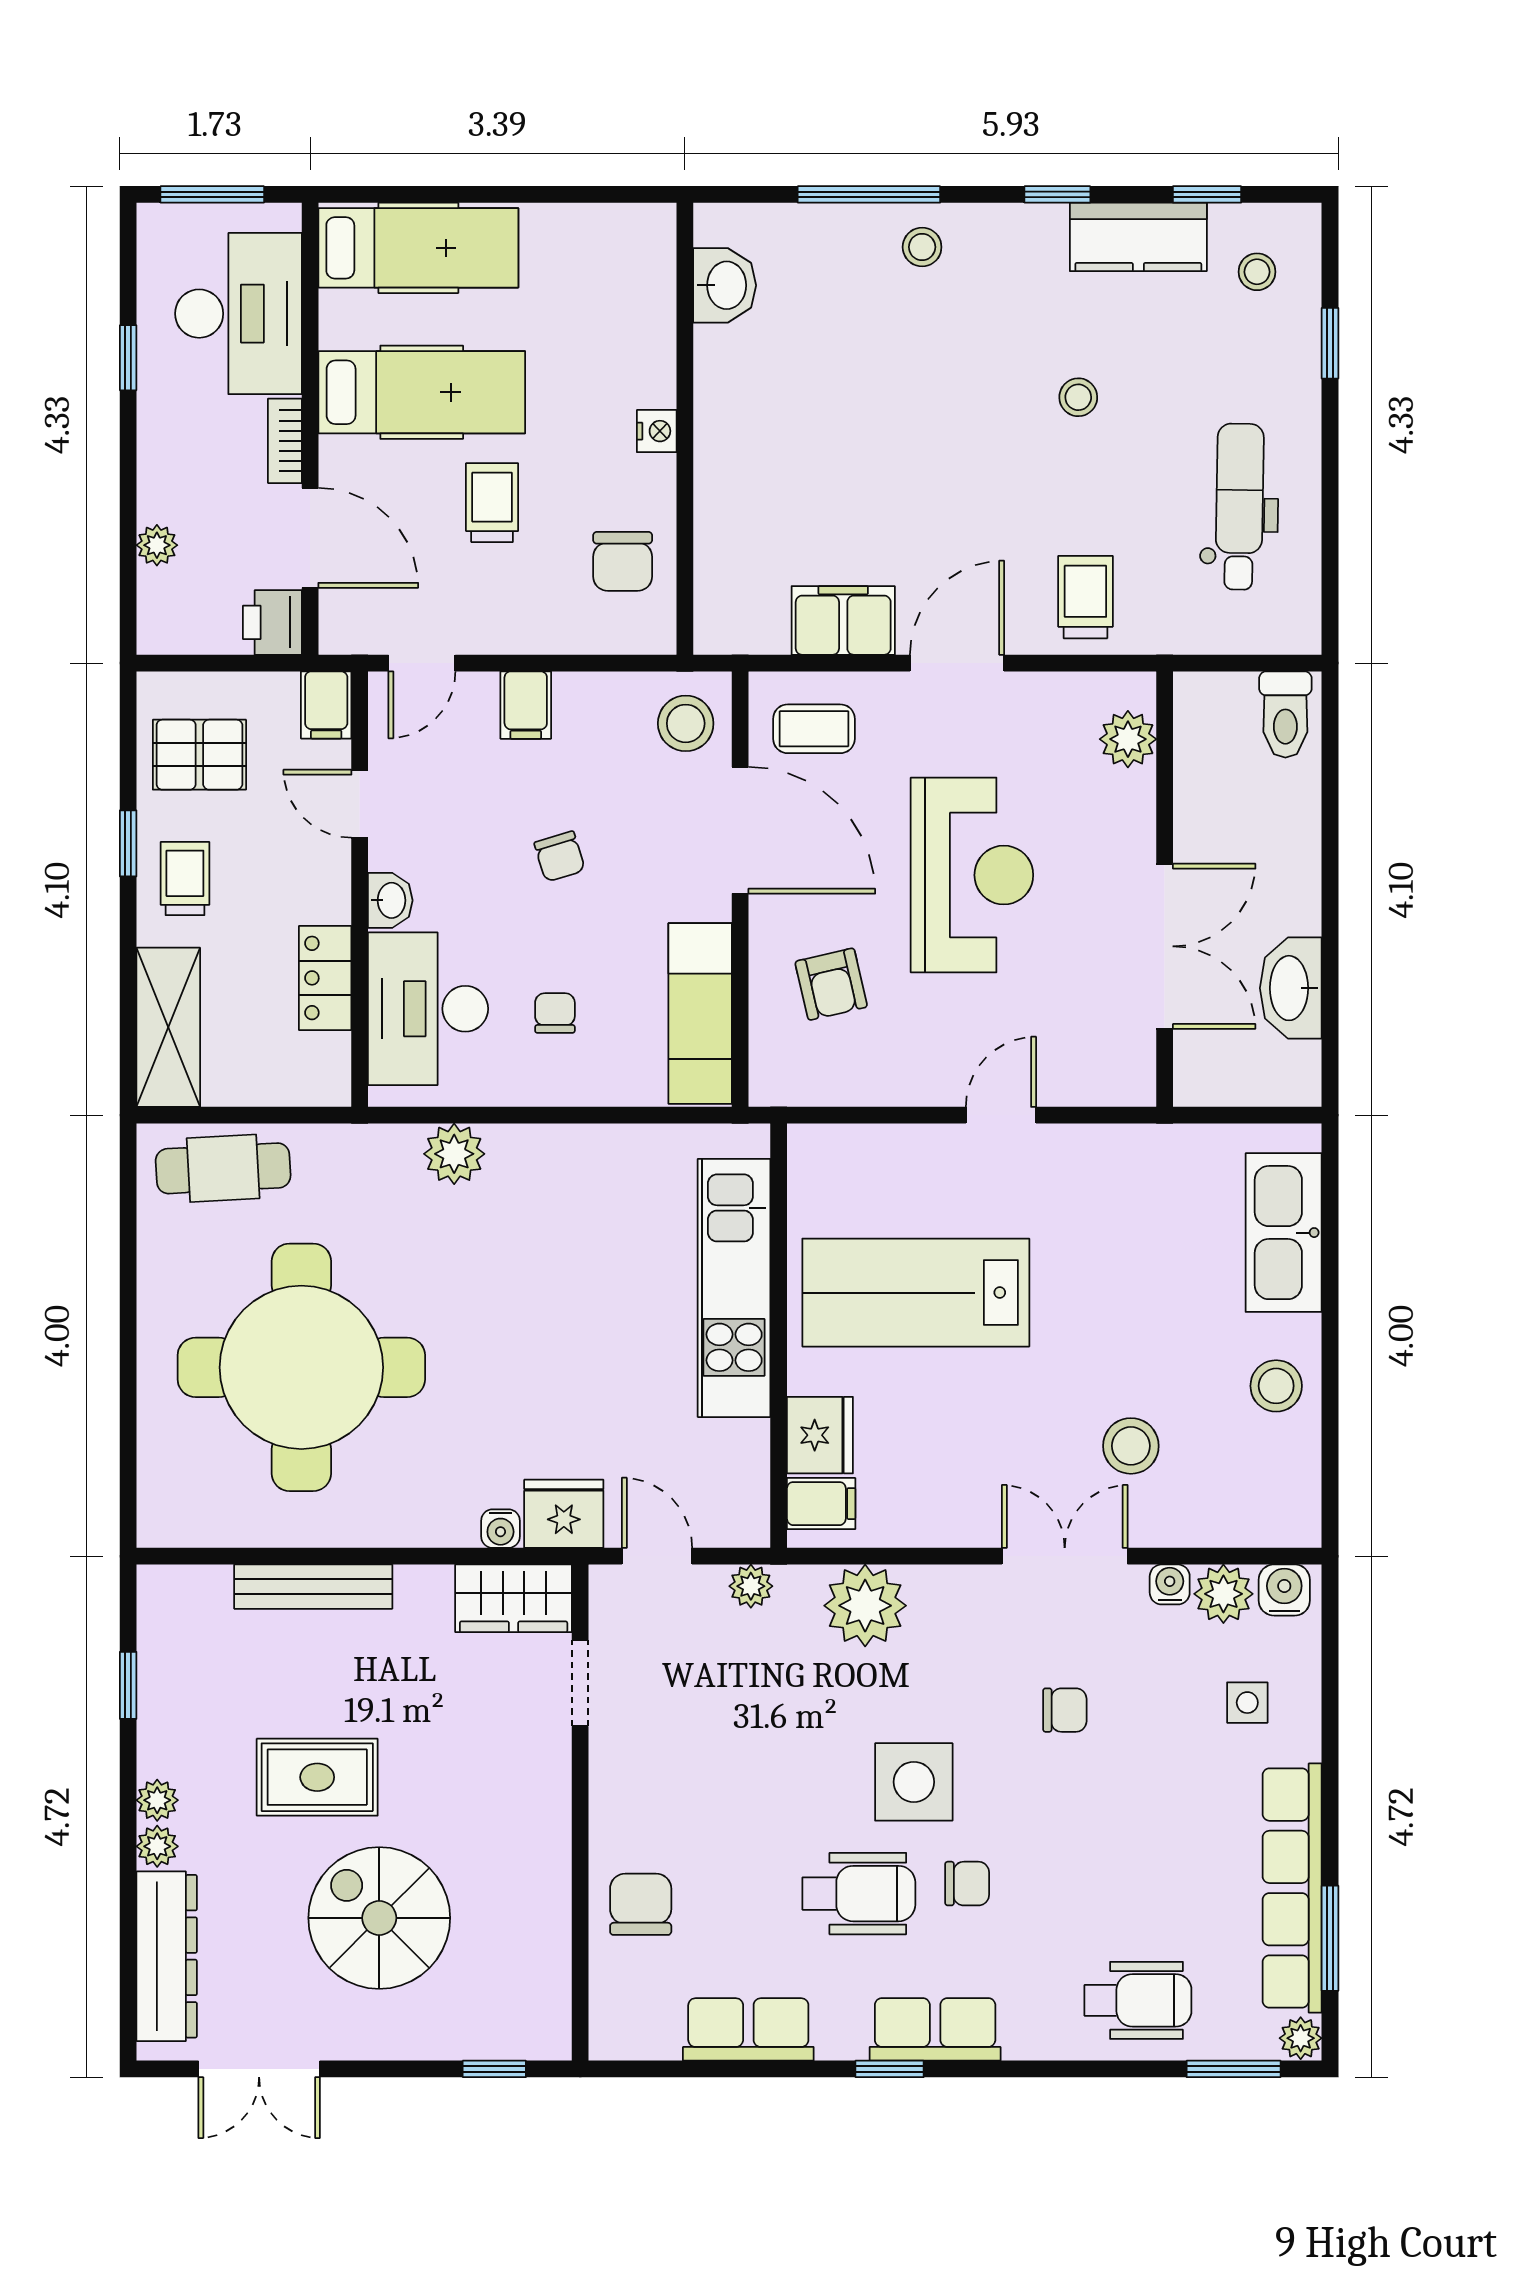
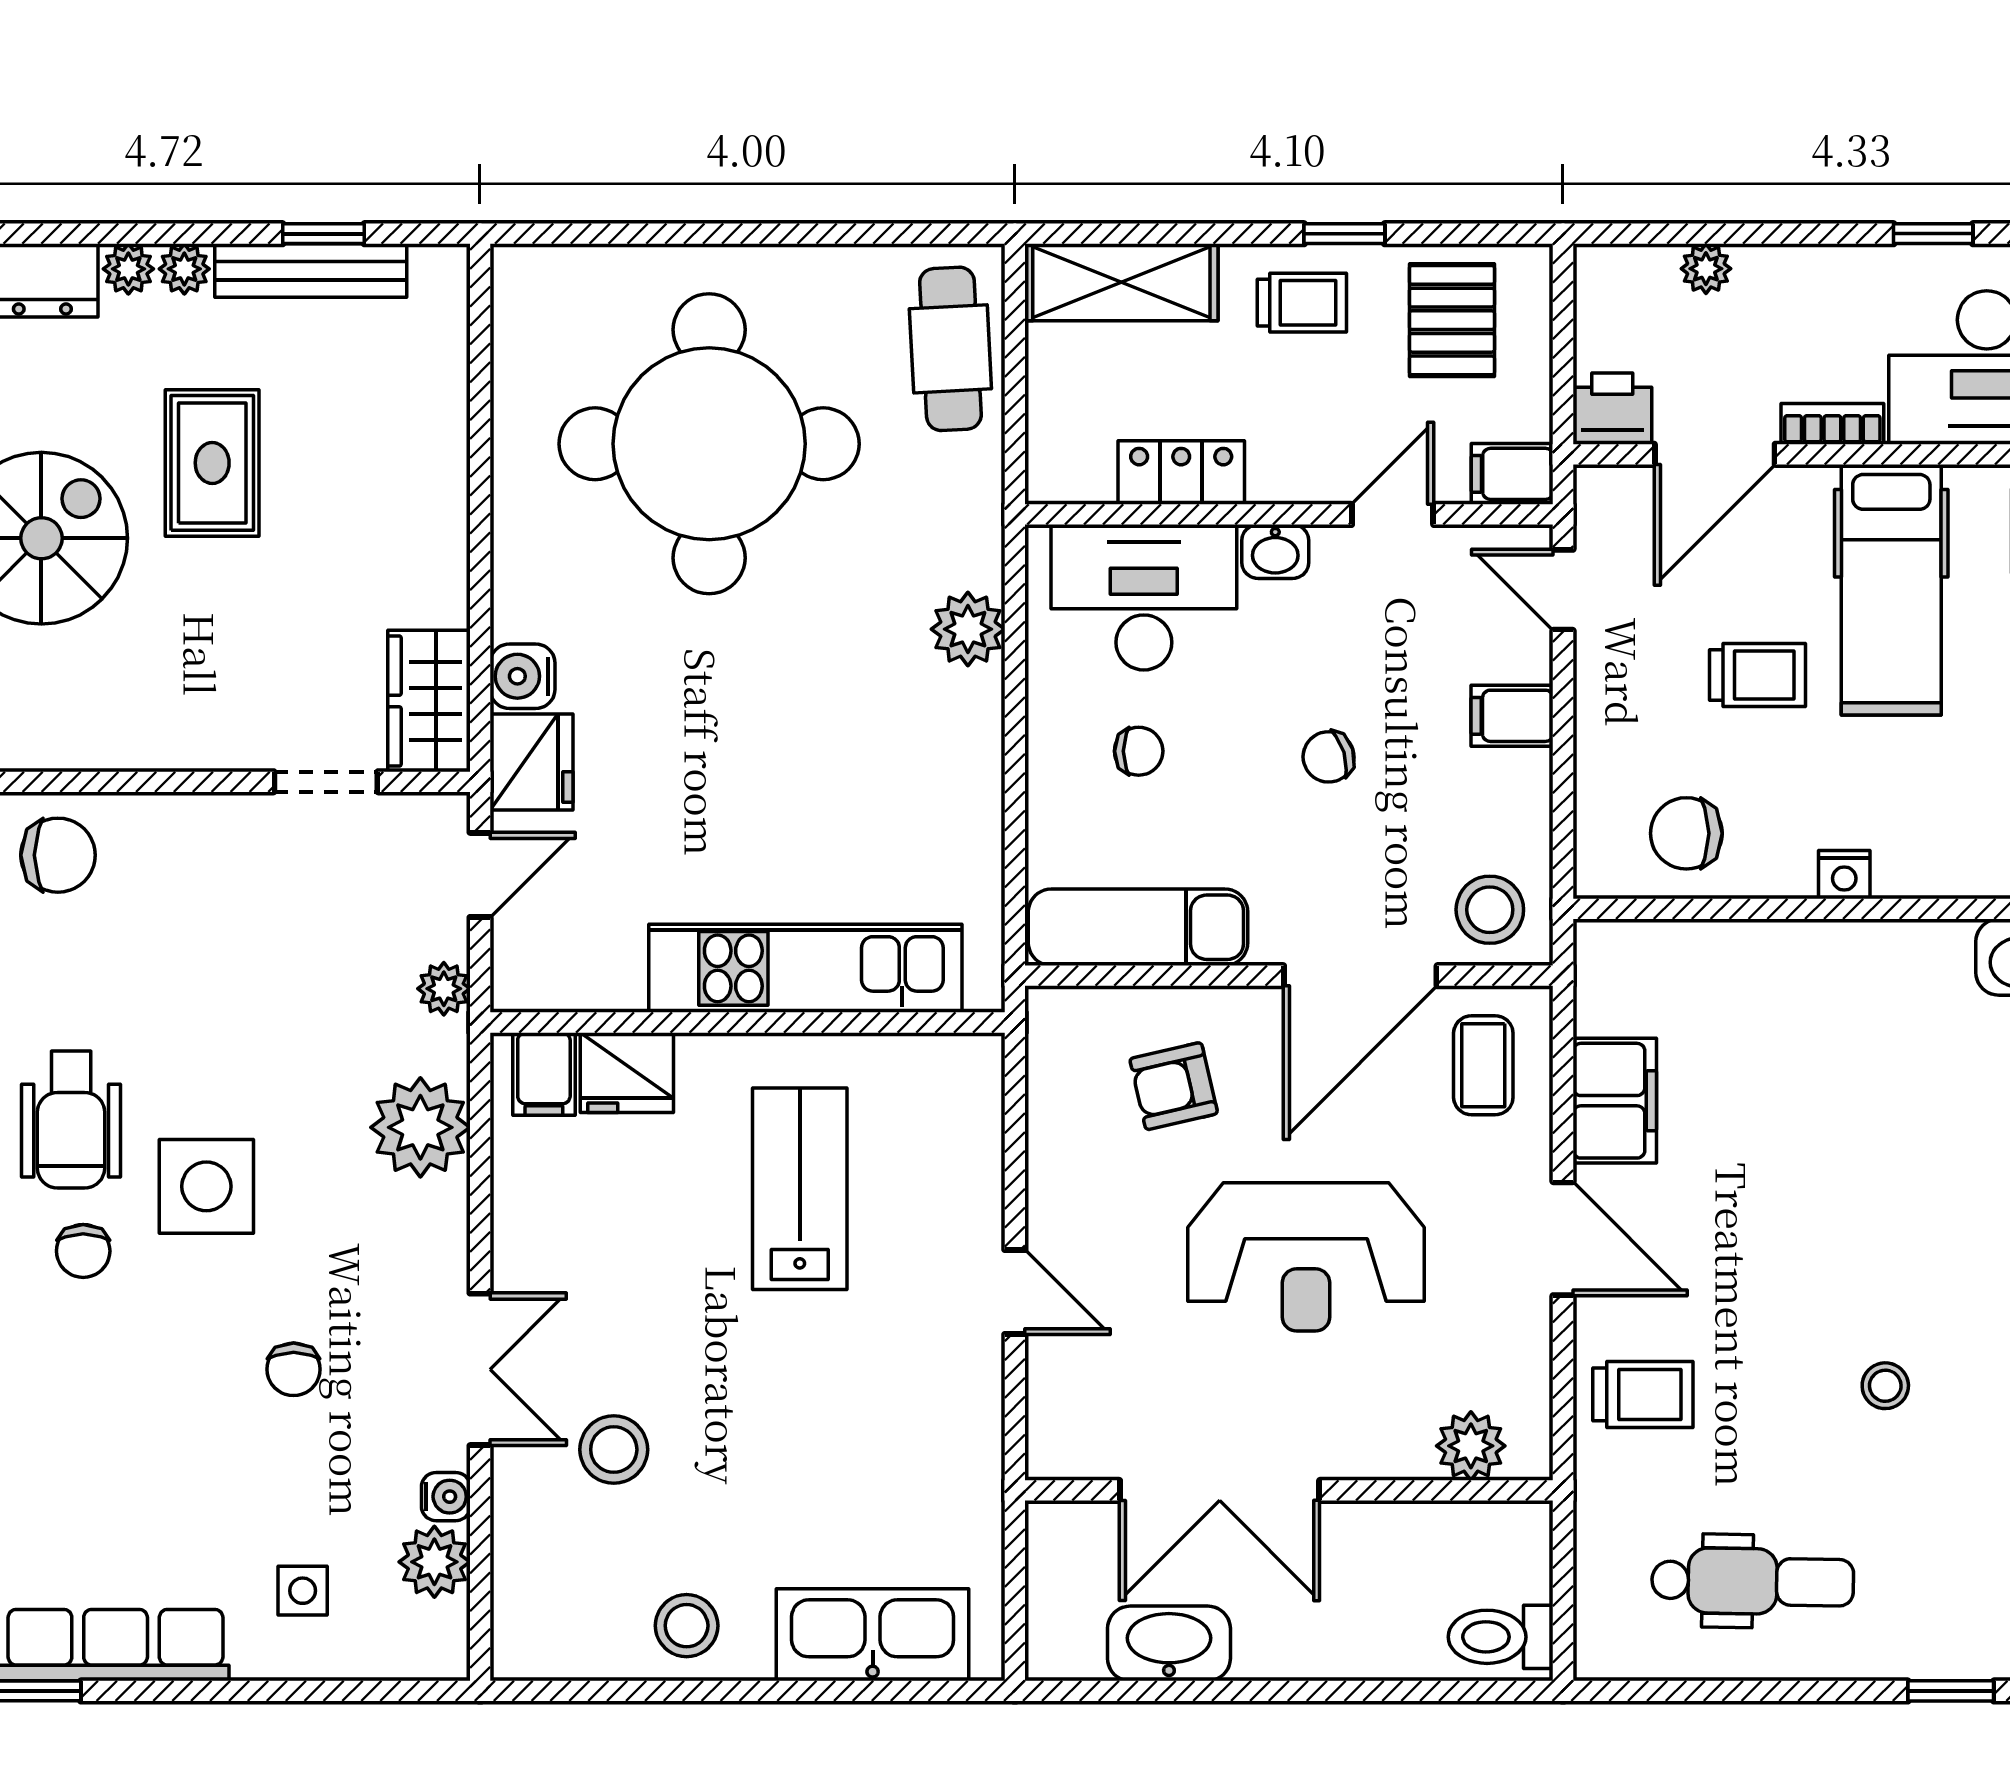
lab bench: (916, 1293) -> (800, 1189), width x0.73, depth x0.72
water cooler: (500, 1529) -> (523, 676), width x1.38, depth x1.38
bench: (313, 1587) -> (311, 271), moved, turned 90
water cooler: (1284, 1590) -> (439, 1636), removed

